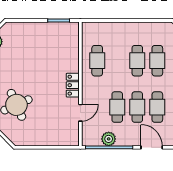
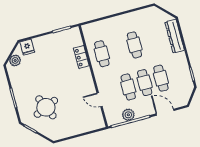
fridge: (14, 30) -> (27, 47), added
cafe table: (157, 61) -> (151, 41), removed
locker: (73, 85) -> (81, 57), moved
door: (80, 113) -> (100, 100), swing flipped

